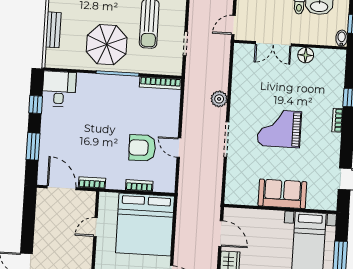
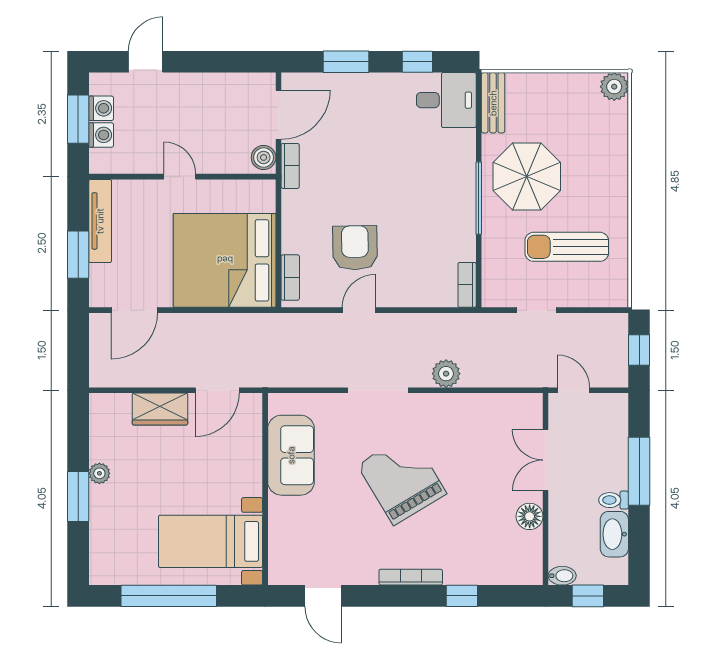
bench: (53, 30) -> (493, 103), moved, turned 90
bookcase: (160, 83) -> (467, 285), width x0.64
bookcase: (337, 120) -> (411, 577), width x1.56
grand piano: (279, 129) -> (402, 479), turned -31
bookcase: (139, 186) -> (290, 278), moved
sofa: (282, 194) -> (291, 455), moved
boiler: (86, 198) -> (264, 157), added
door: (96, 227) -> (180, 177), moved

